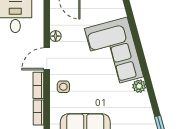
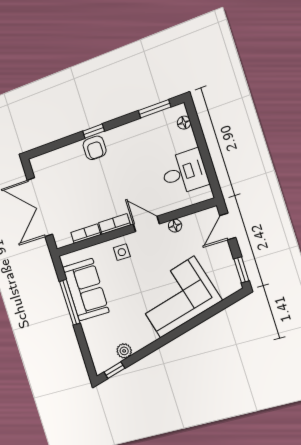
plant: (139, 86) -> (124, 351), moved

